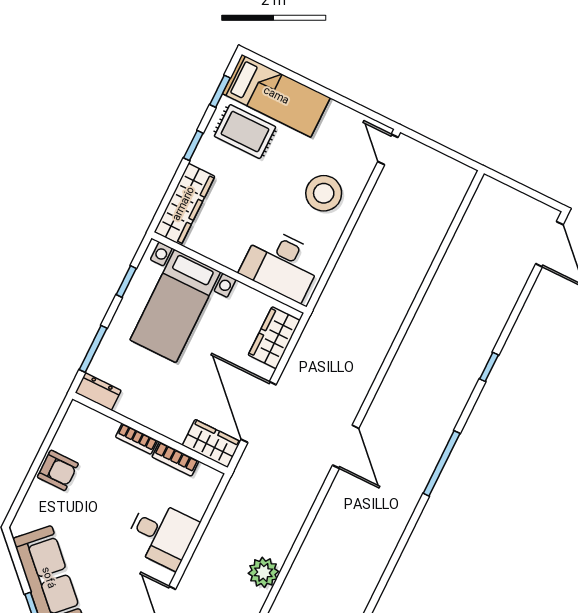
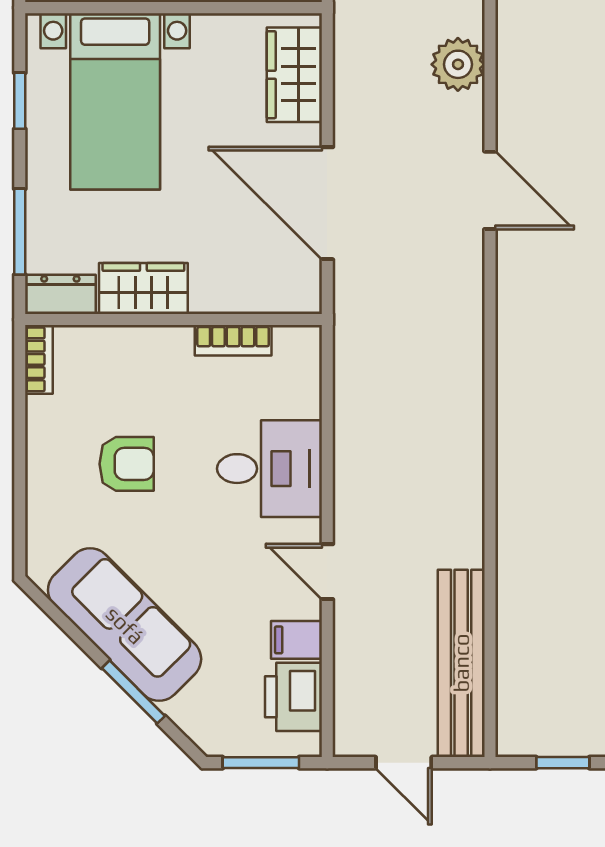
bookcase: (137, 439) -> (39, 359), moved, turned -90
wardrobe: (211, 443) -> (143, 288), moved
armchair: (58, 470) -> (127, 464), moved
plant: (263, 572) -> (458, 64), moved

